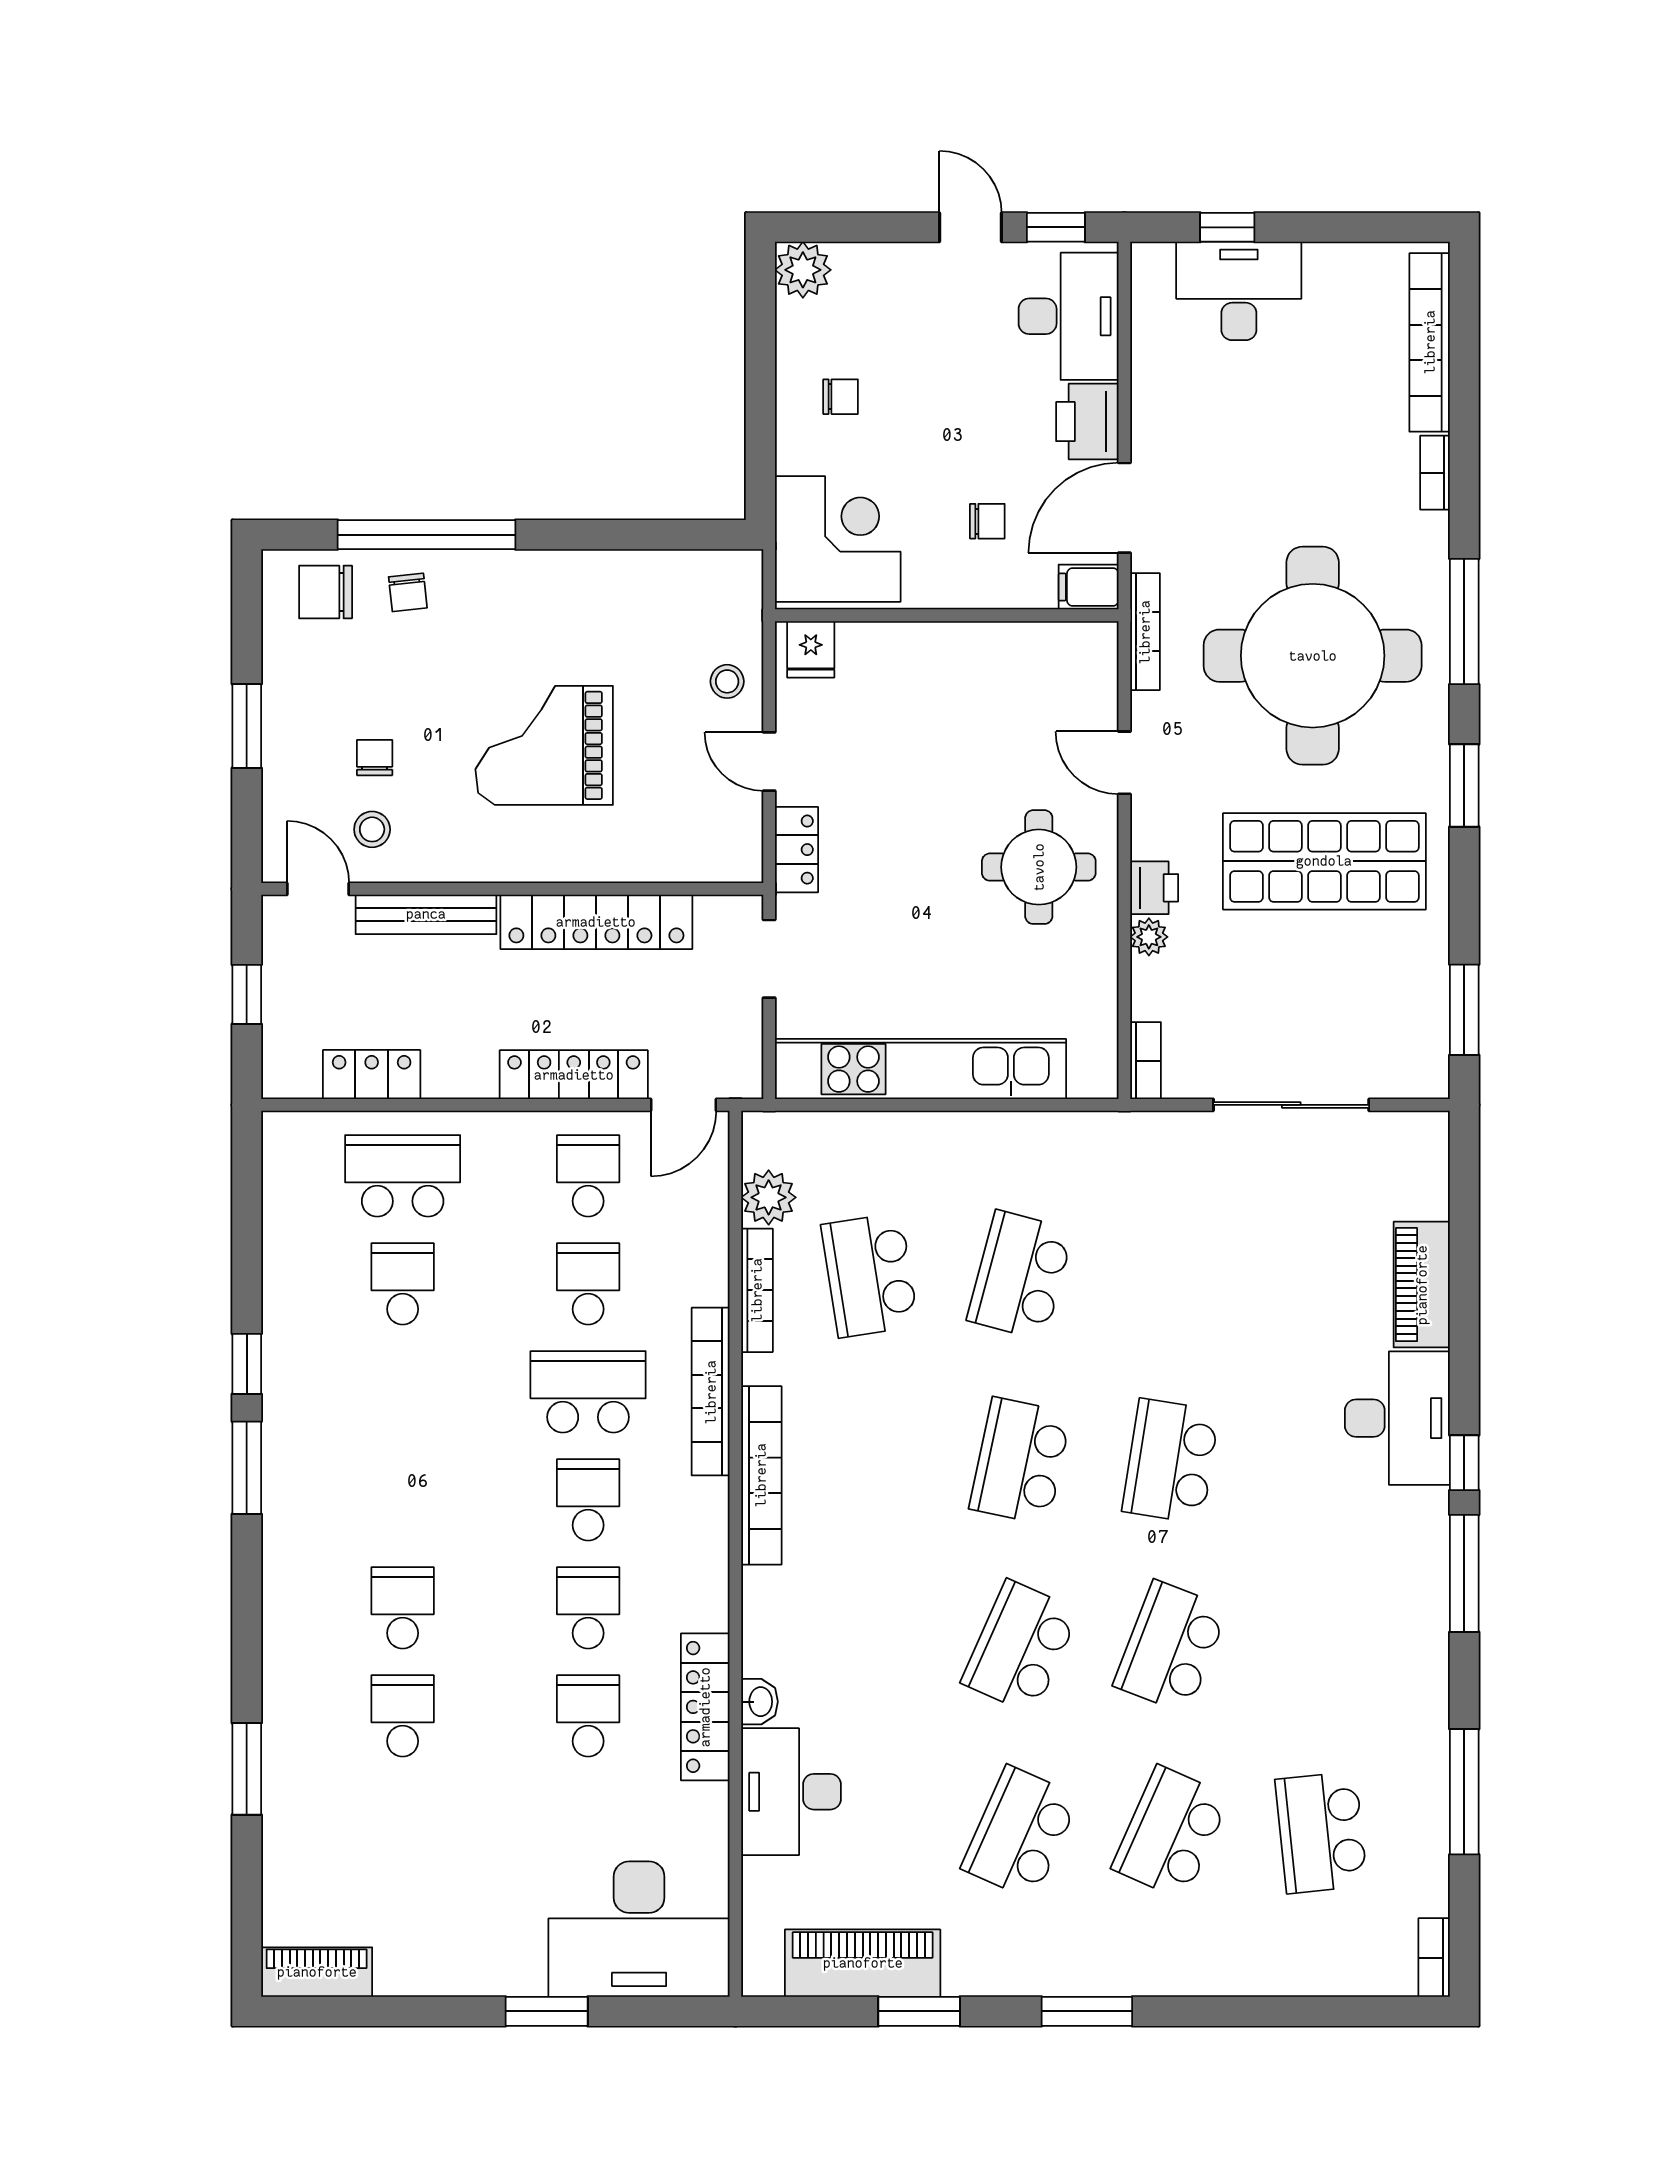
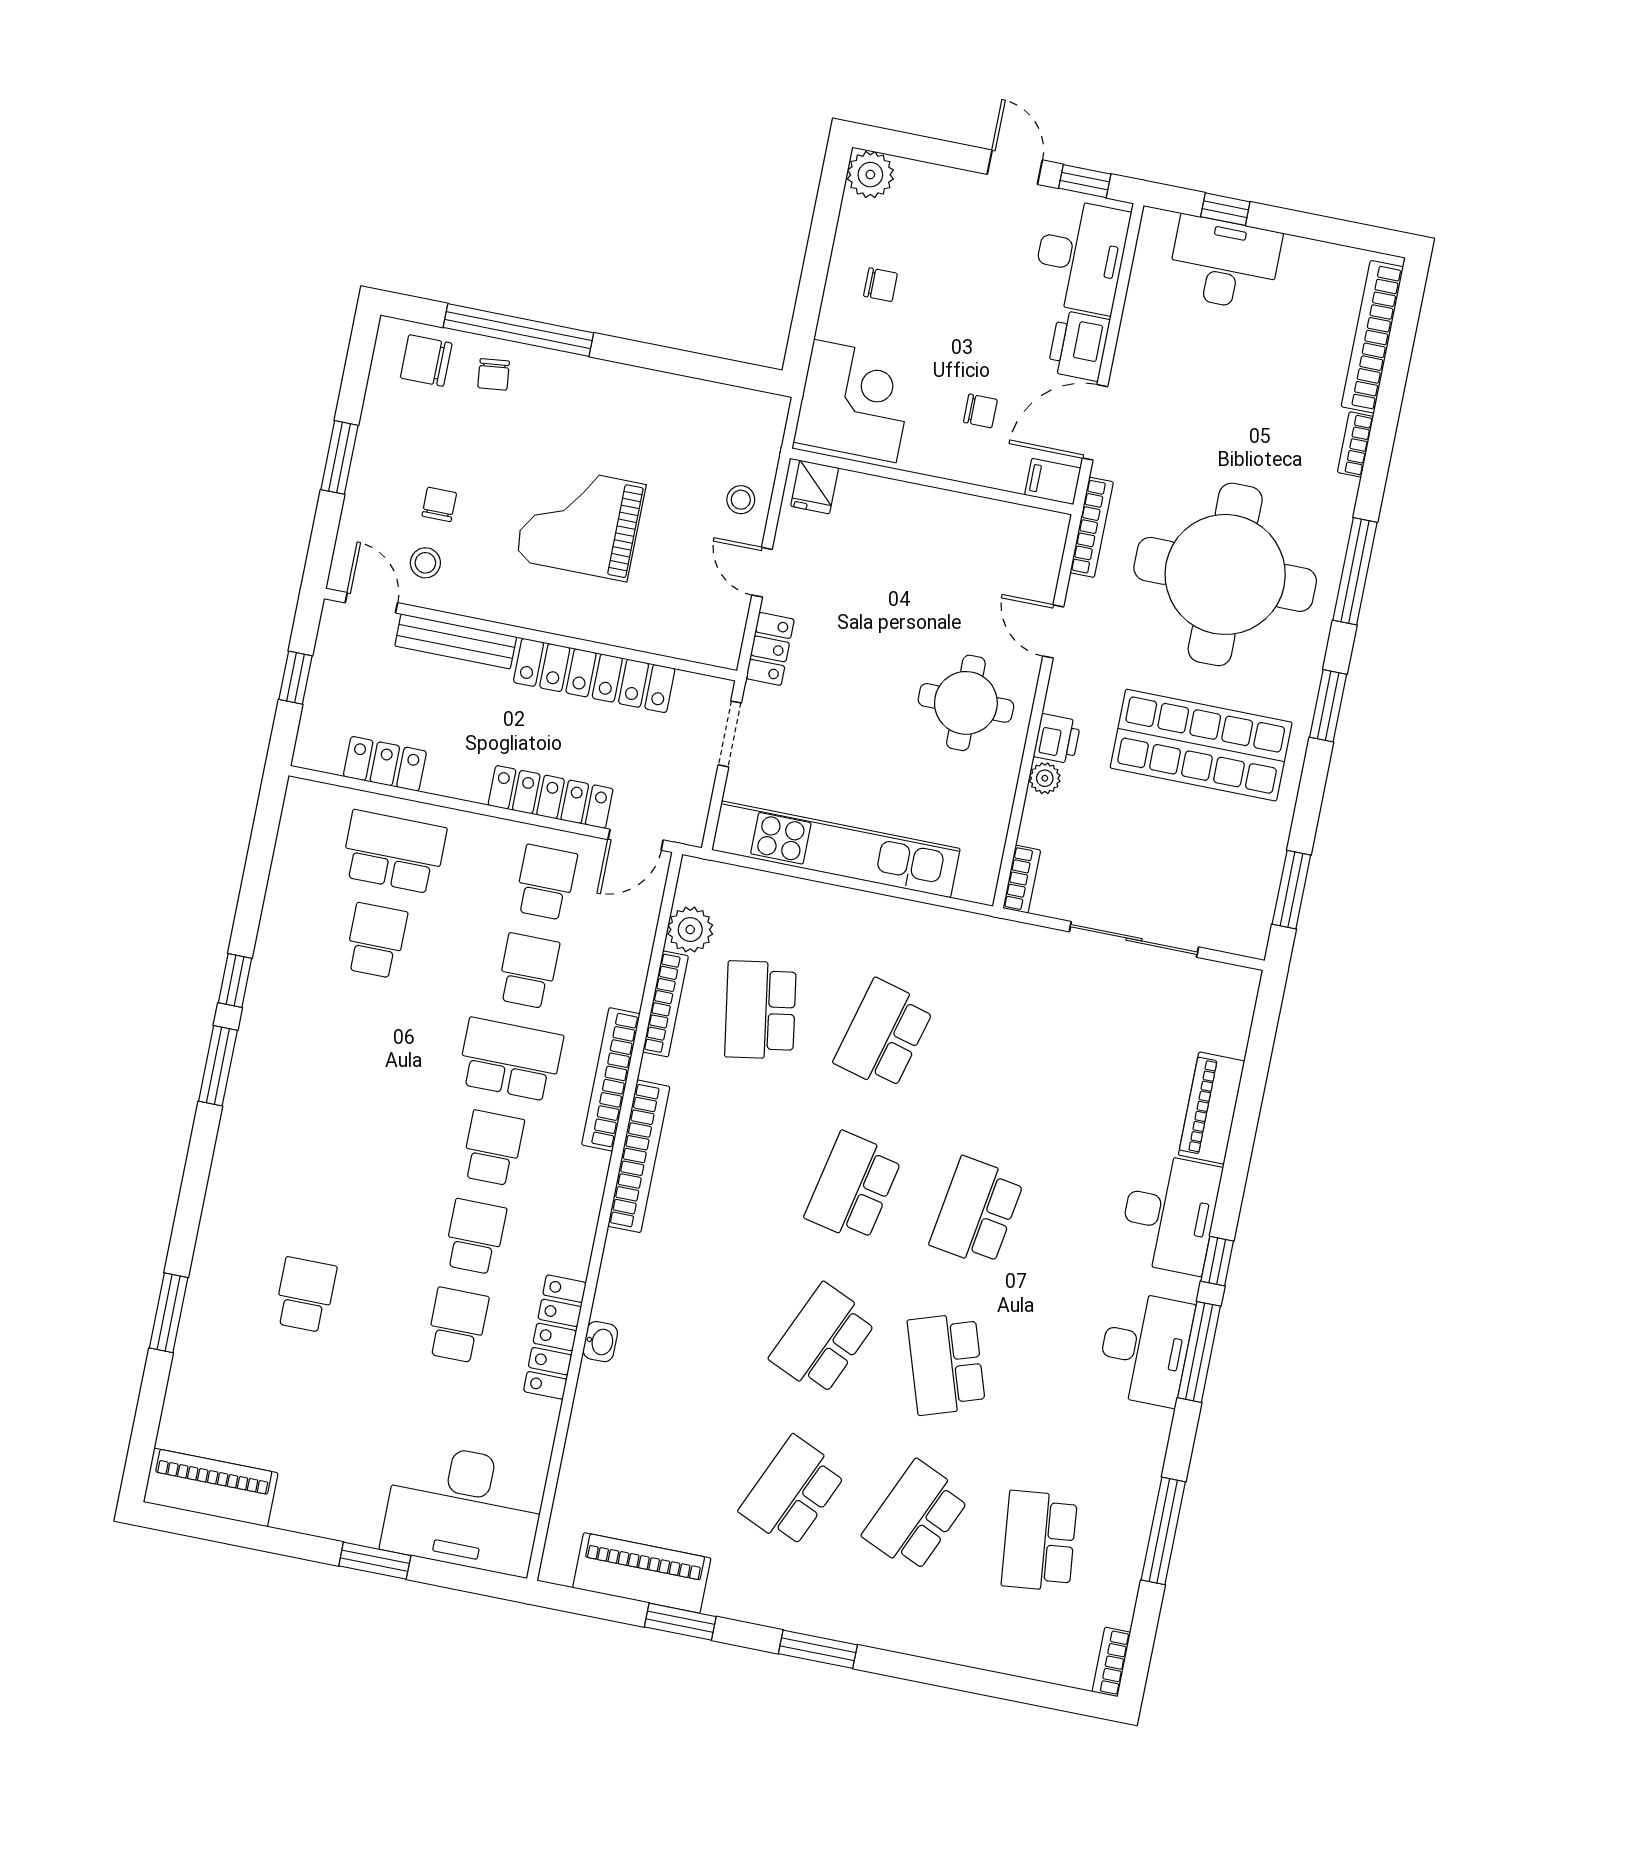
school desk: (403, 1608) -> (323, 1206), removed
school desk: (1171, 1647) -> (946, 1364), turned -39
desk: (791, 1792) -> (1145, 1349), moved, turned 180
piano: (317, 1972) -> (211, 1487), width x1.37, depth x1.33

